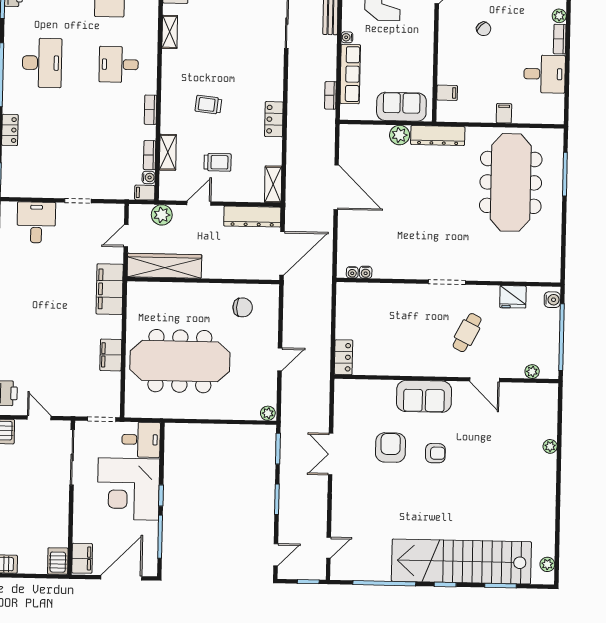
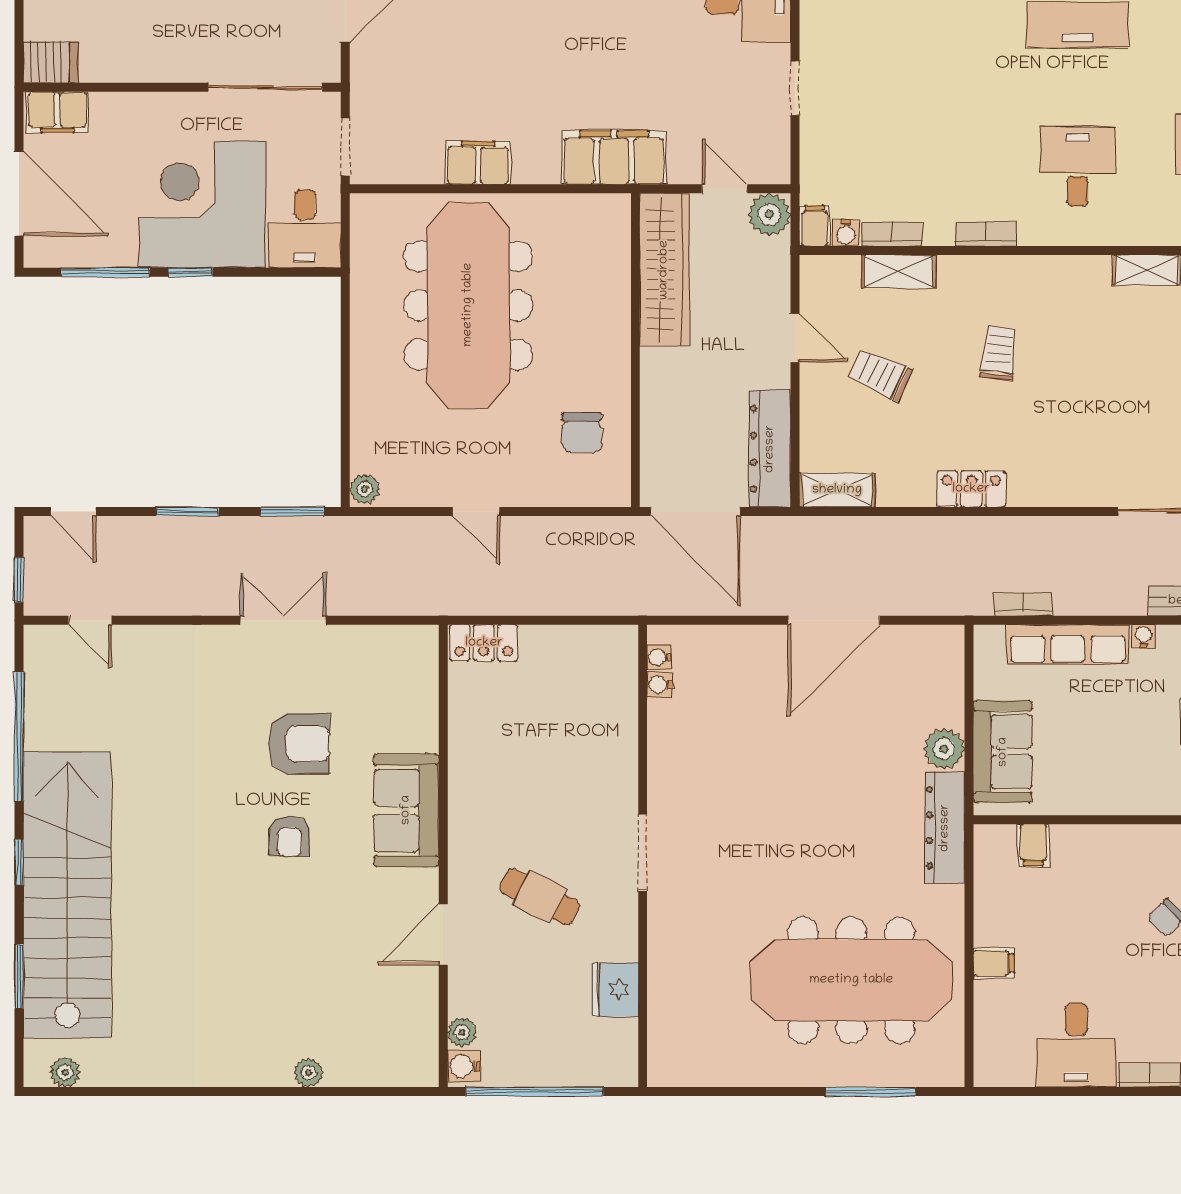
trolley: (218, 162) -> (880, 375), turned 115
plant: (162, 215) -> (769, 214), moved
water cooler: (552, 300) -> (464, 1066), moved, turned 90

